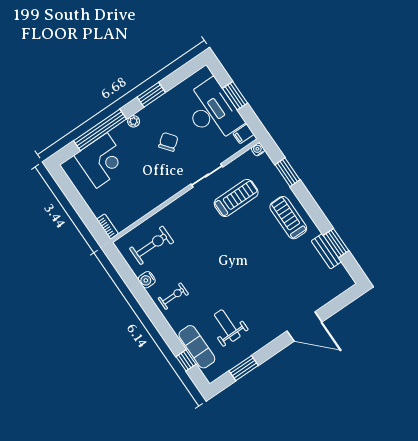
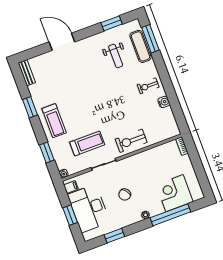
window: (151, 95) -> (114, 236), moved
treadmill: (236, 198) -> (87, 144), turned 180
window: (336, 243) -> (30, 107), moved
exercise bike: (152, 245) -> (131, 141), moved
bench: (326, 251) -> (27, 73), moved
window: (186, 360) -> (150, 39), width x2.17

